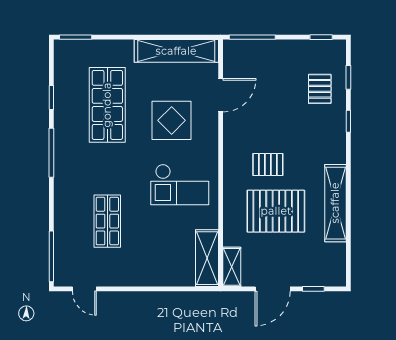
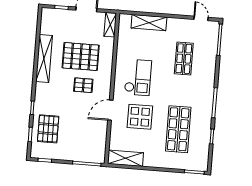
shelving: (176, 51) -> (125, 158), width x0.68
pallet: (320, 89) -> (48, 129), width x1.50, depth x1.42
door: (221, 95) -> (110, 110), moved
checkout: (180, 184) -> (138, 77), turned 90
shelving: (207, 258) -> (149, 23), moved, turned 90

